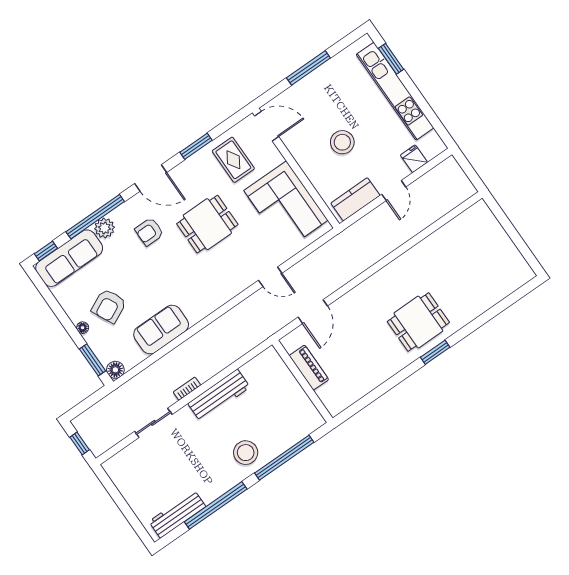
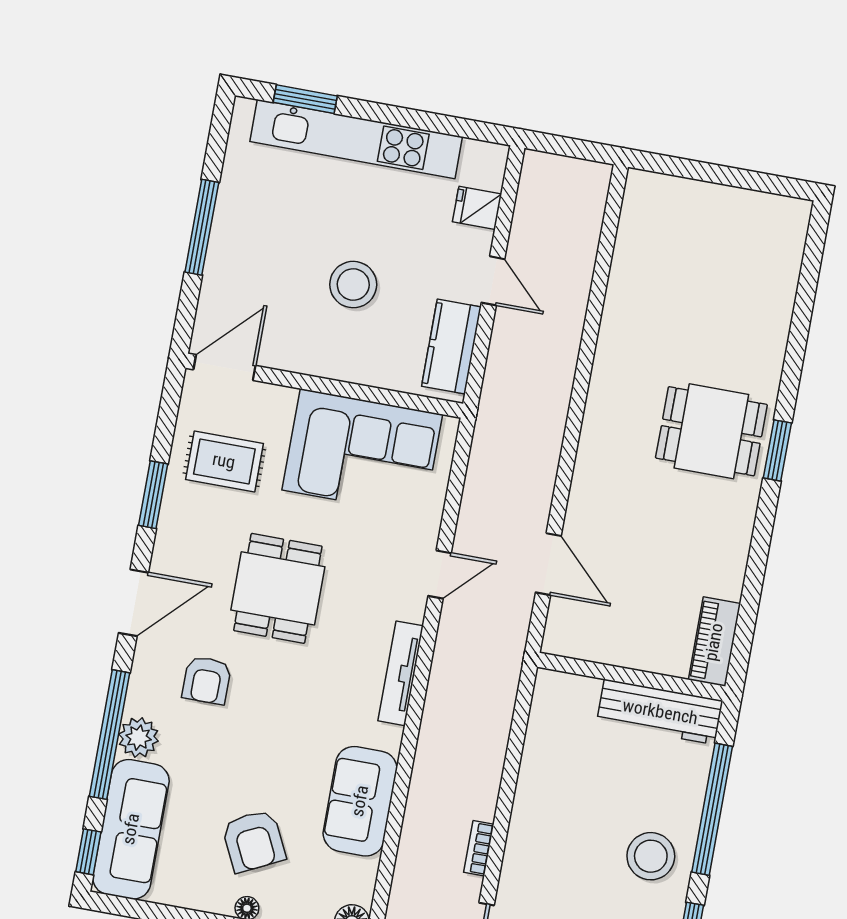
tv unit: (221, 298) -> (401, 673), added
dining table: (418, 322) -> (711, 431), turned 90
piano: (309, 368) -> (714, 642), moved, turned -90
workbench: (219, 395) -> (660, 712), moved, turned 90

